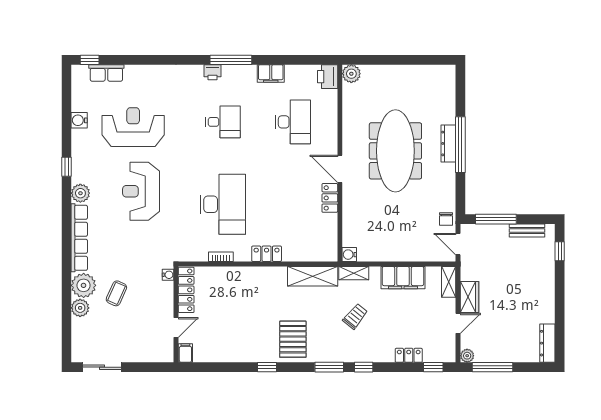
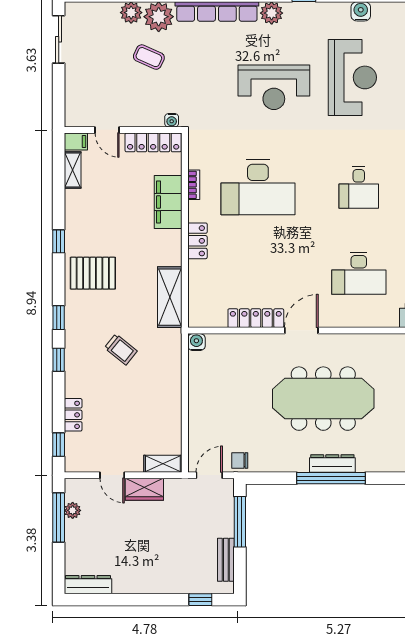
reception desk: (141, 191) -> (274, 87), turned 180
locker: (330, 198) -> (256, 318), width x1.53
shelving: (354, 273) -> (73, 170), moved
filing cabinet: (403, 278) -> (168, 202), moved
plant: (467, 356) -> (73, 510), moved
window: (329, 367) -> (59, 318), width x0.67

